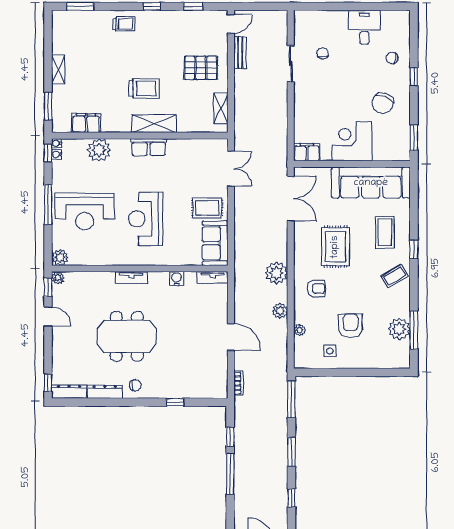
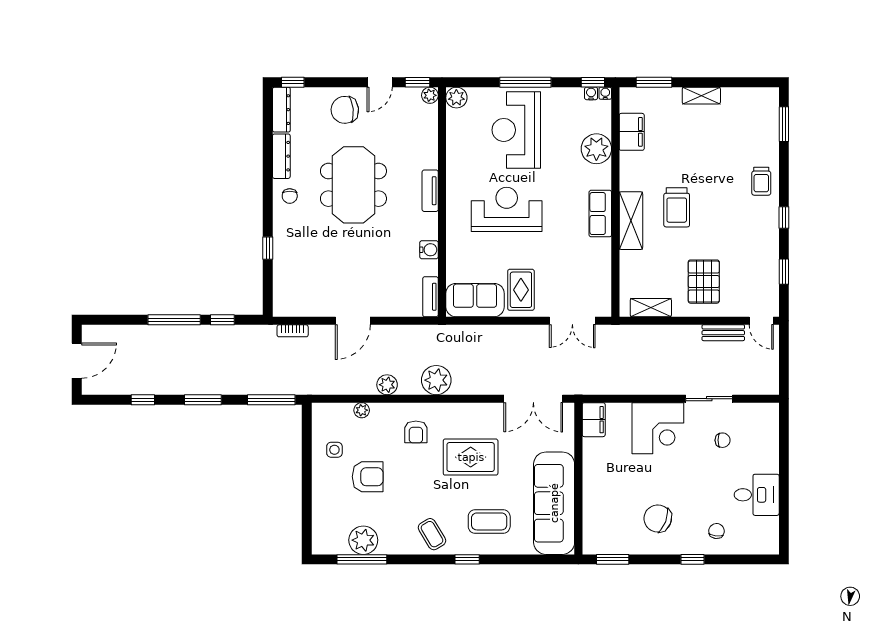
corner desk: (352, 141) -> (658, 428), moved, turned 90
chair: (69, 343) -> (345, 110), added

